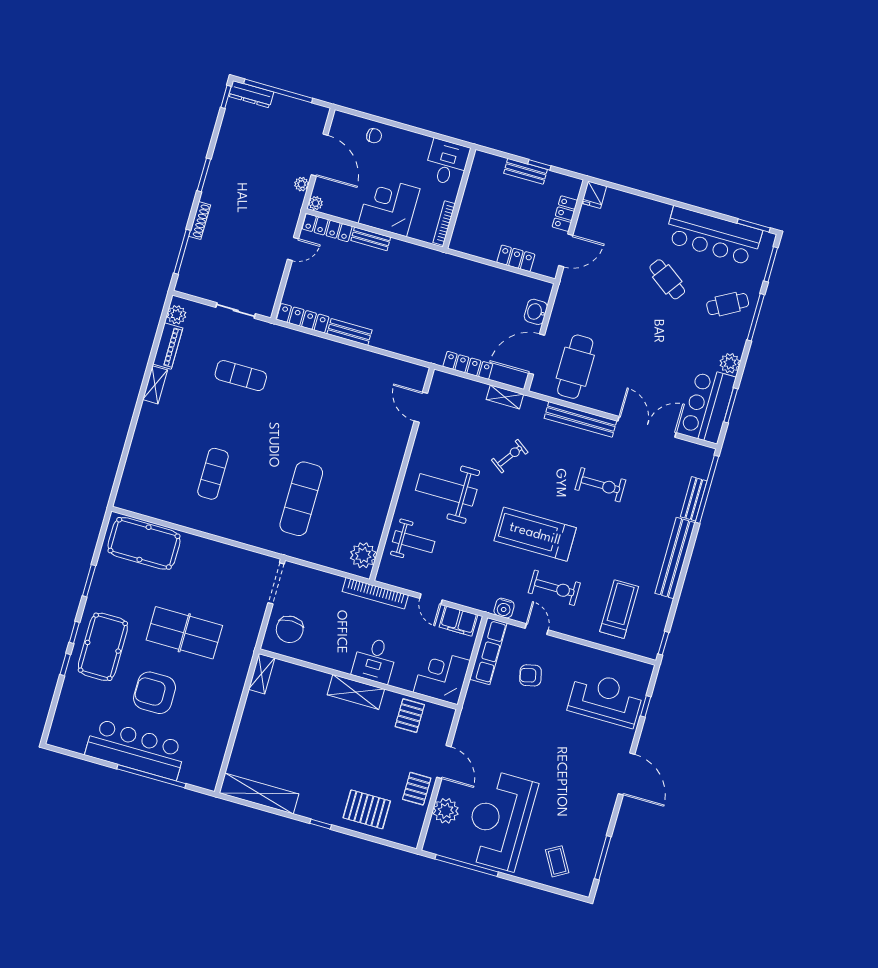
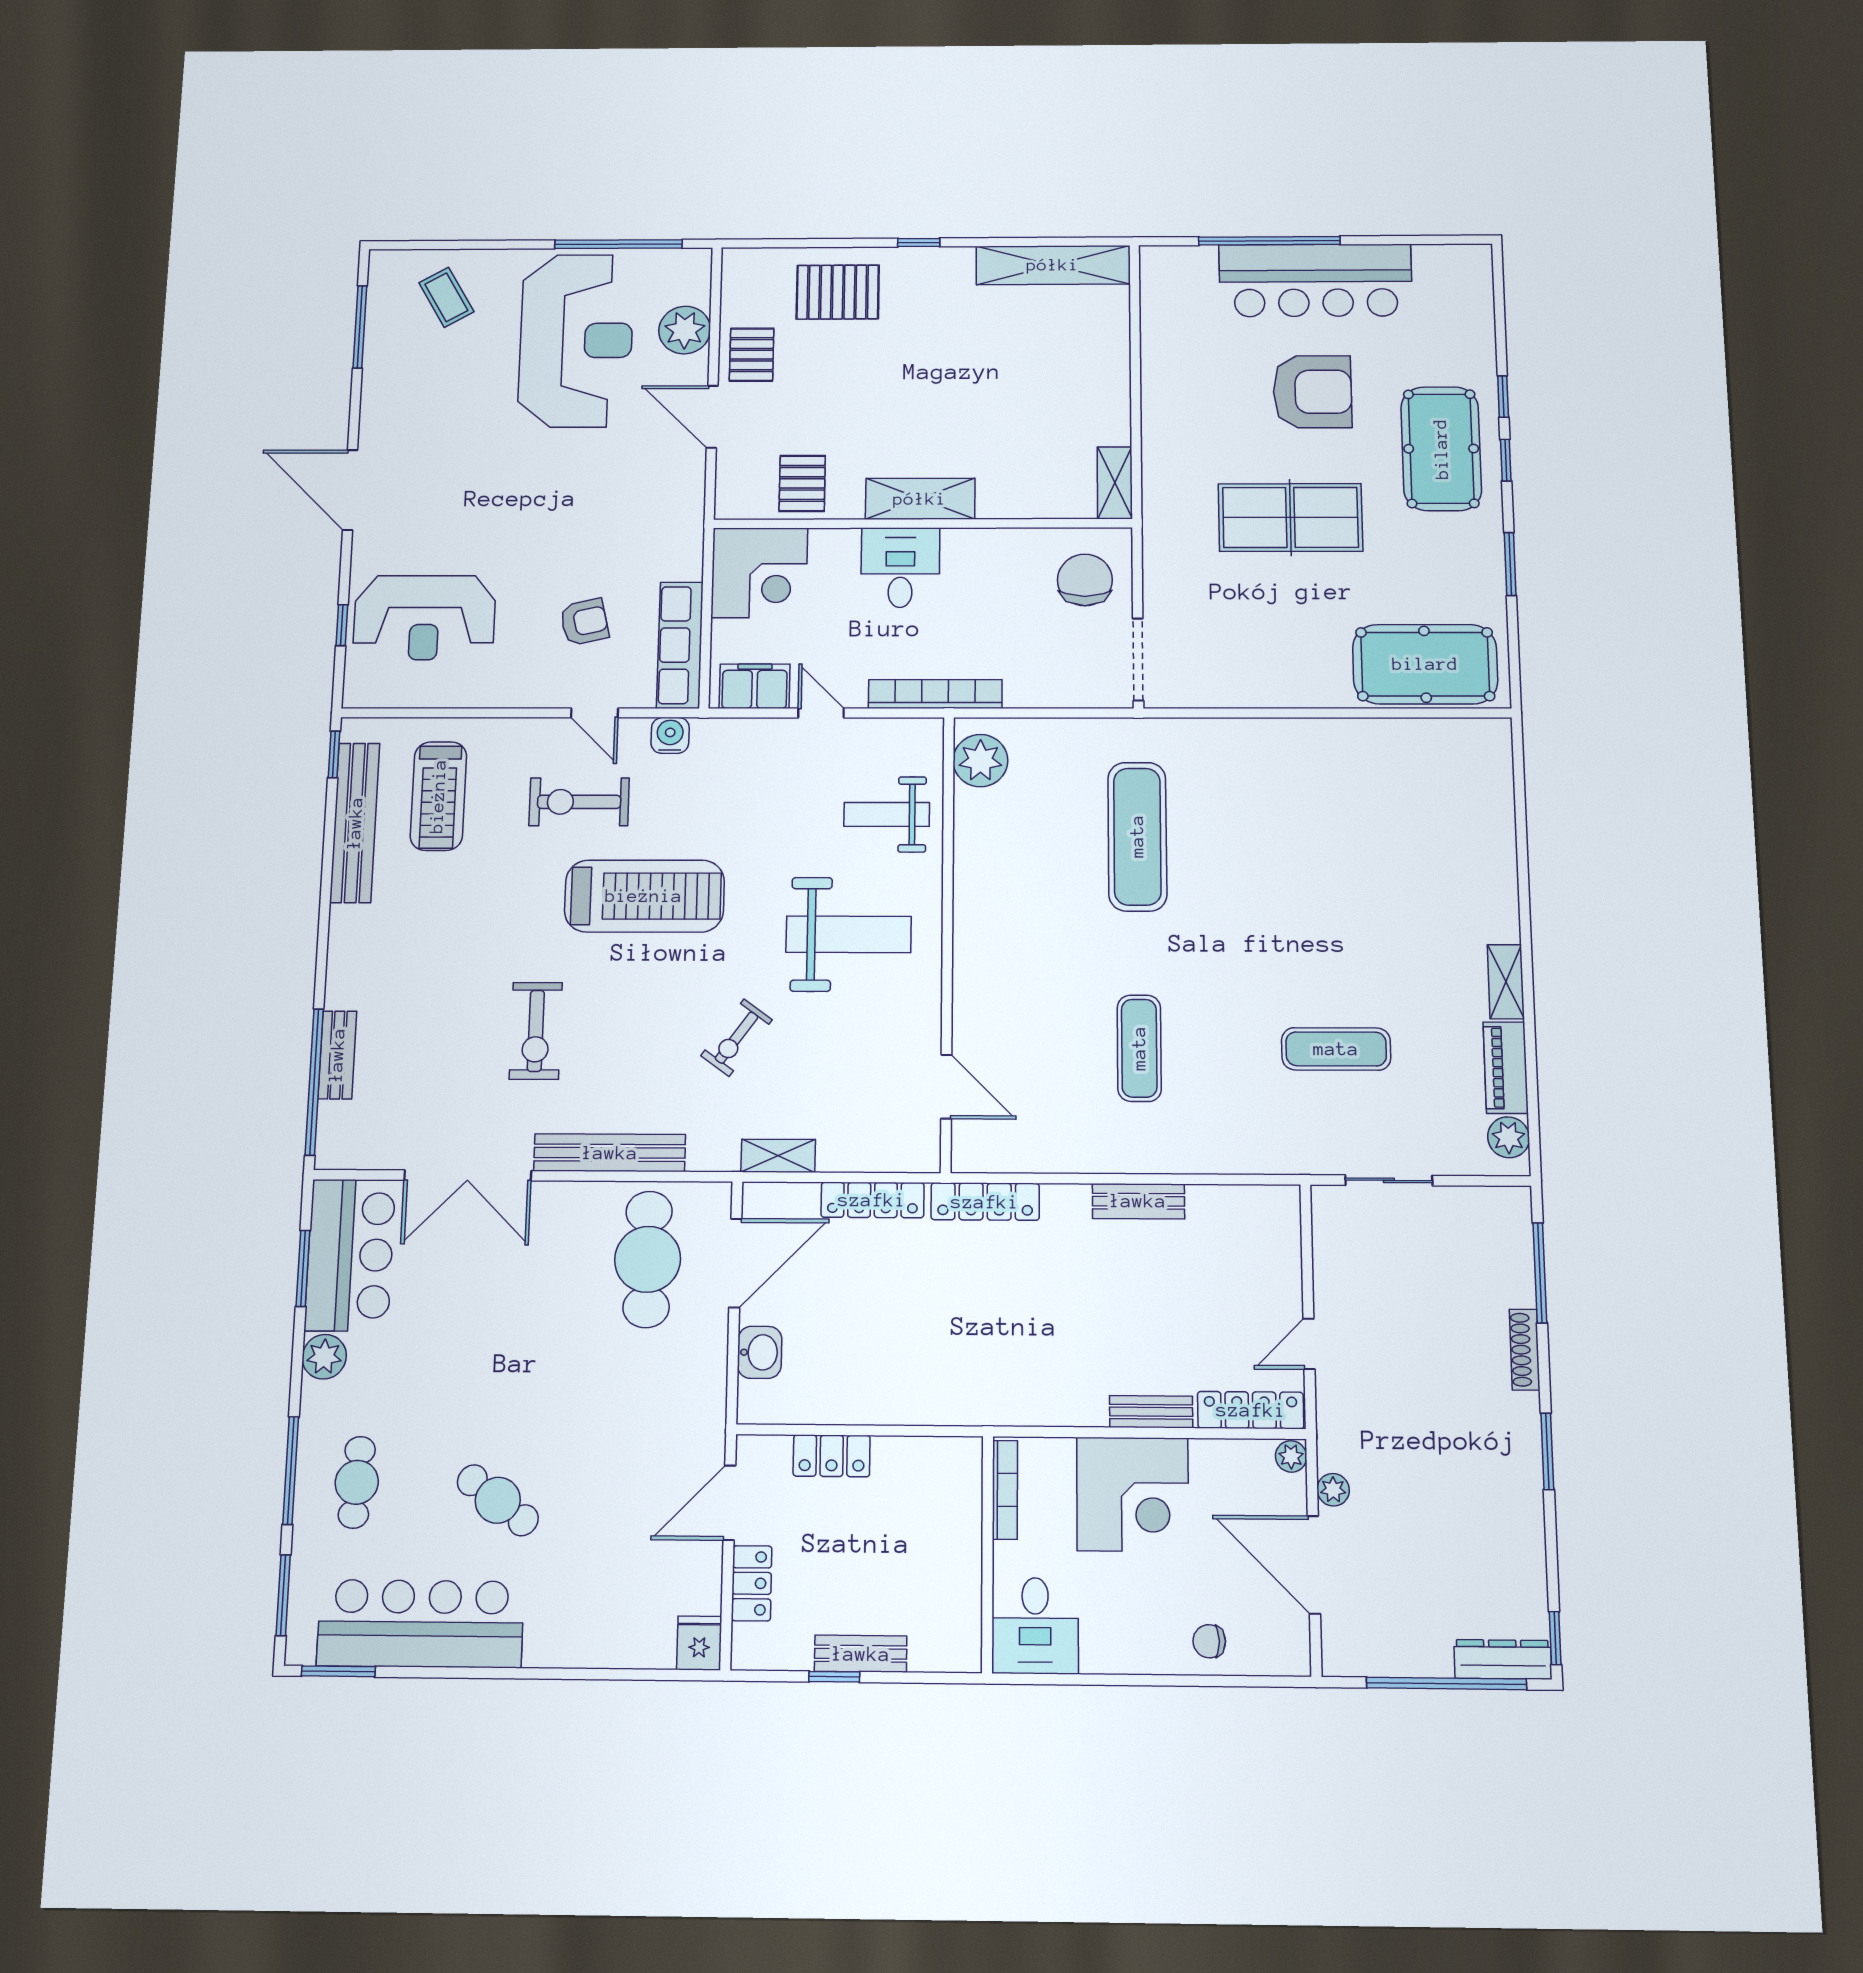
cafe table: (728, 304) -> (357, 1482), turned -58
locker: (303, 318) -> (985, 1202), moved
exercise mat: (213, 474) -> (1139, 1048), moved
exercise bike: (600, 485) -> (536, 1031), turned -90
bench: (675, 558) -> (355, 823), moved

